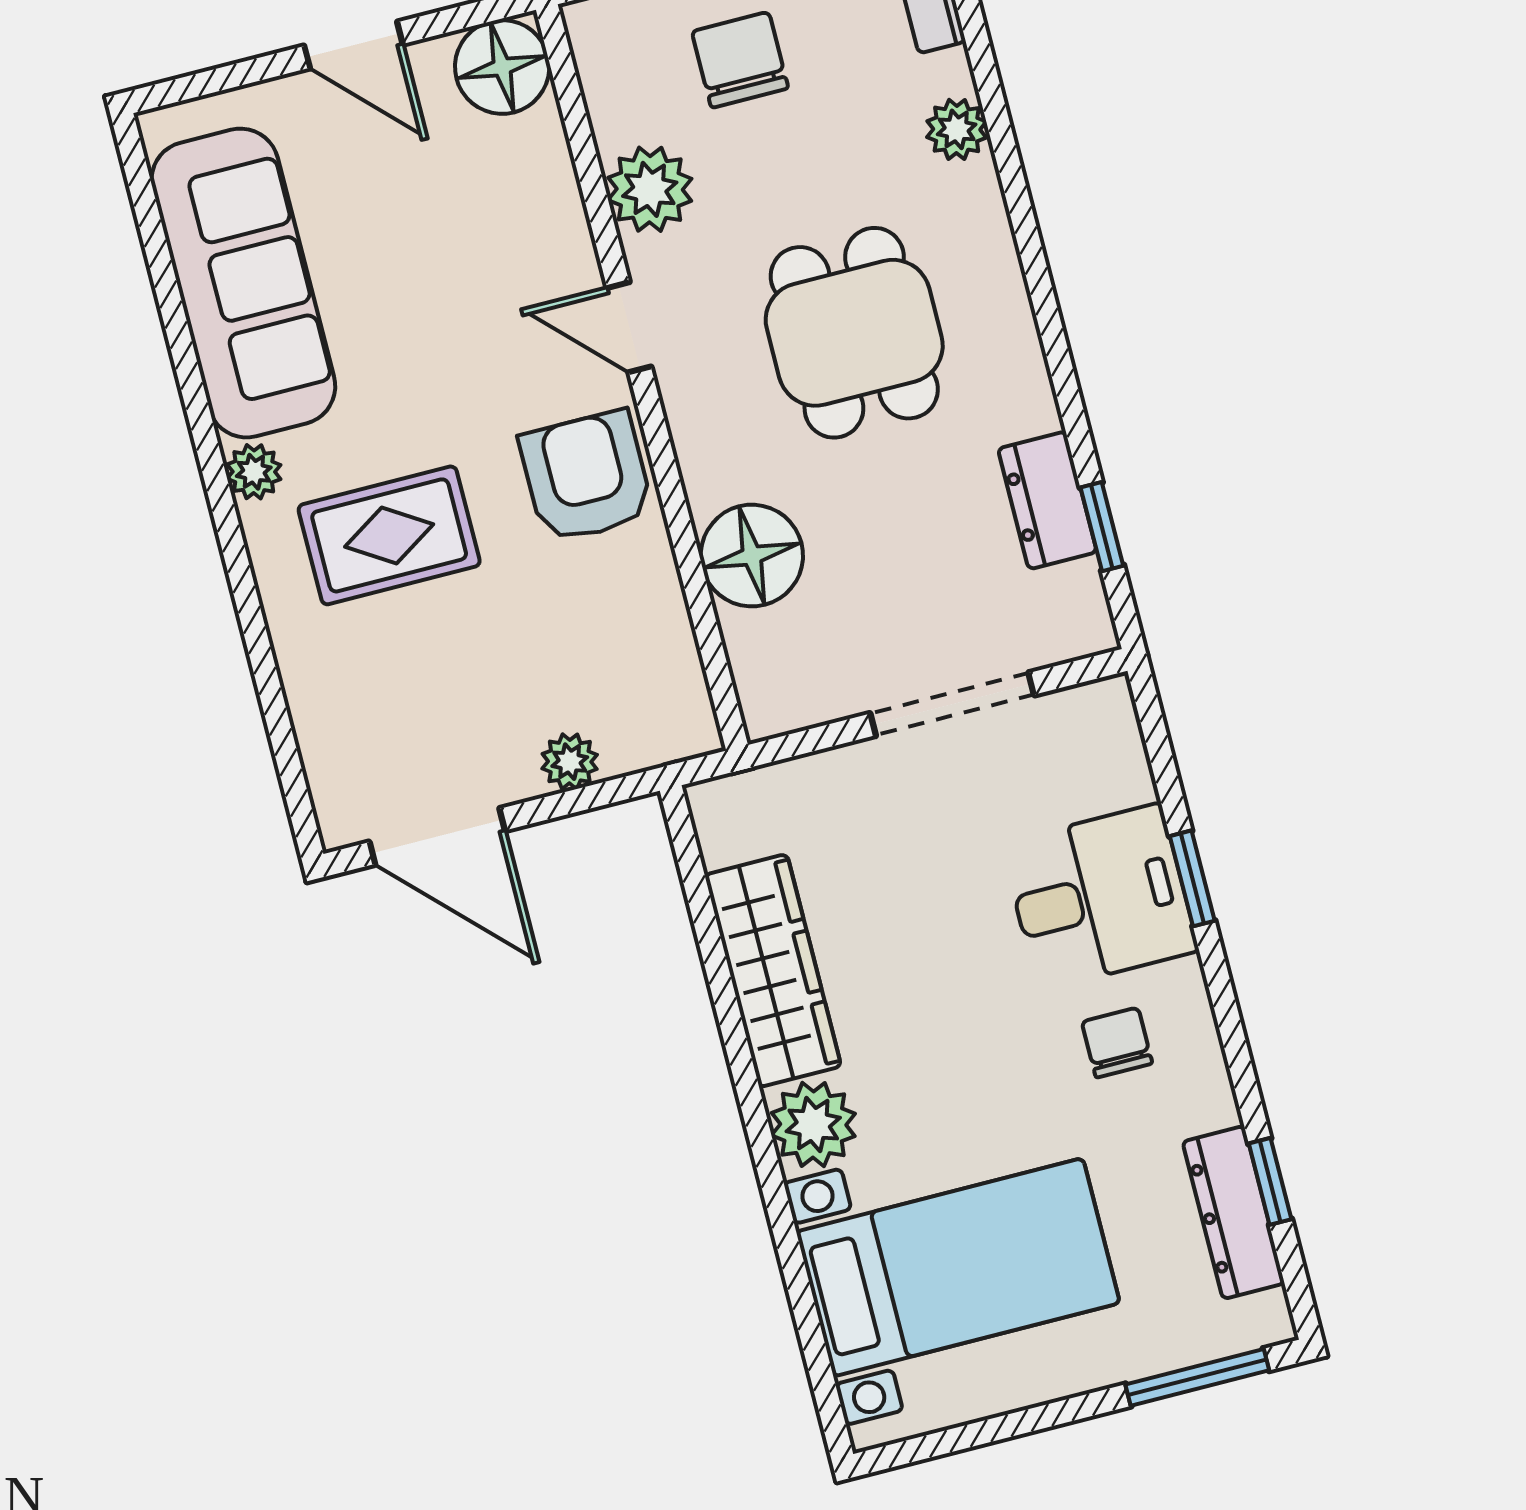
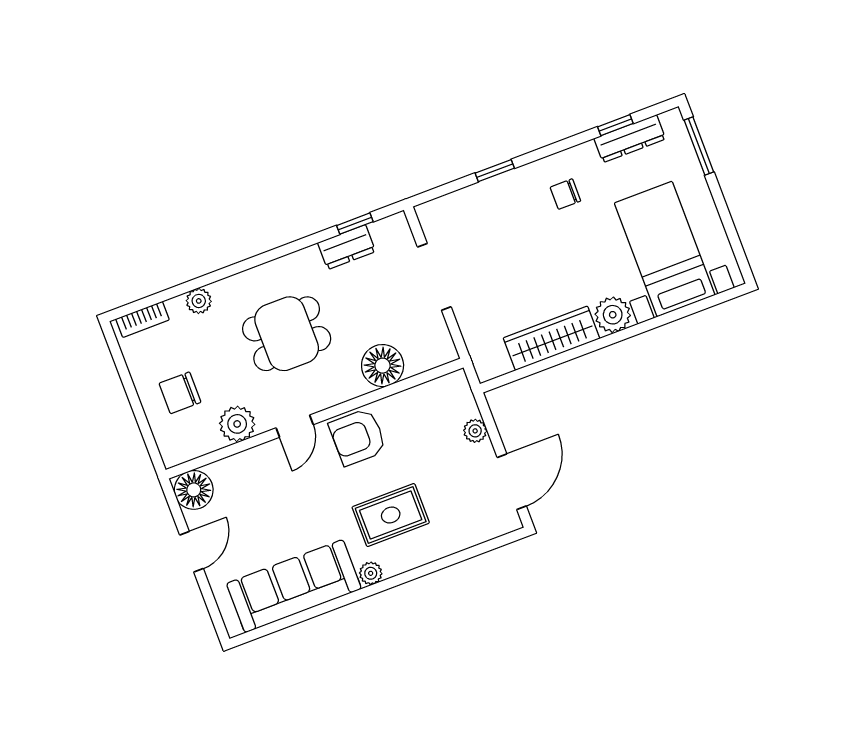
rug: (389, 535) -> (391, 515), turned 90
desk: (1100, 897) -> (507, 208), removed

